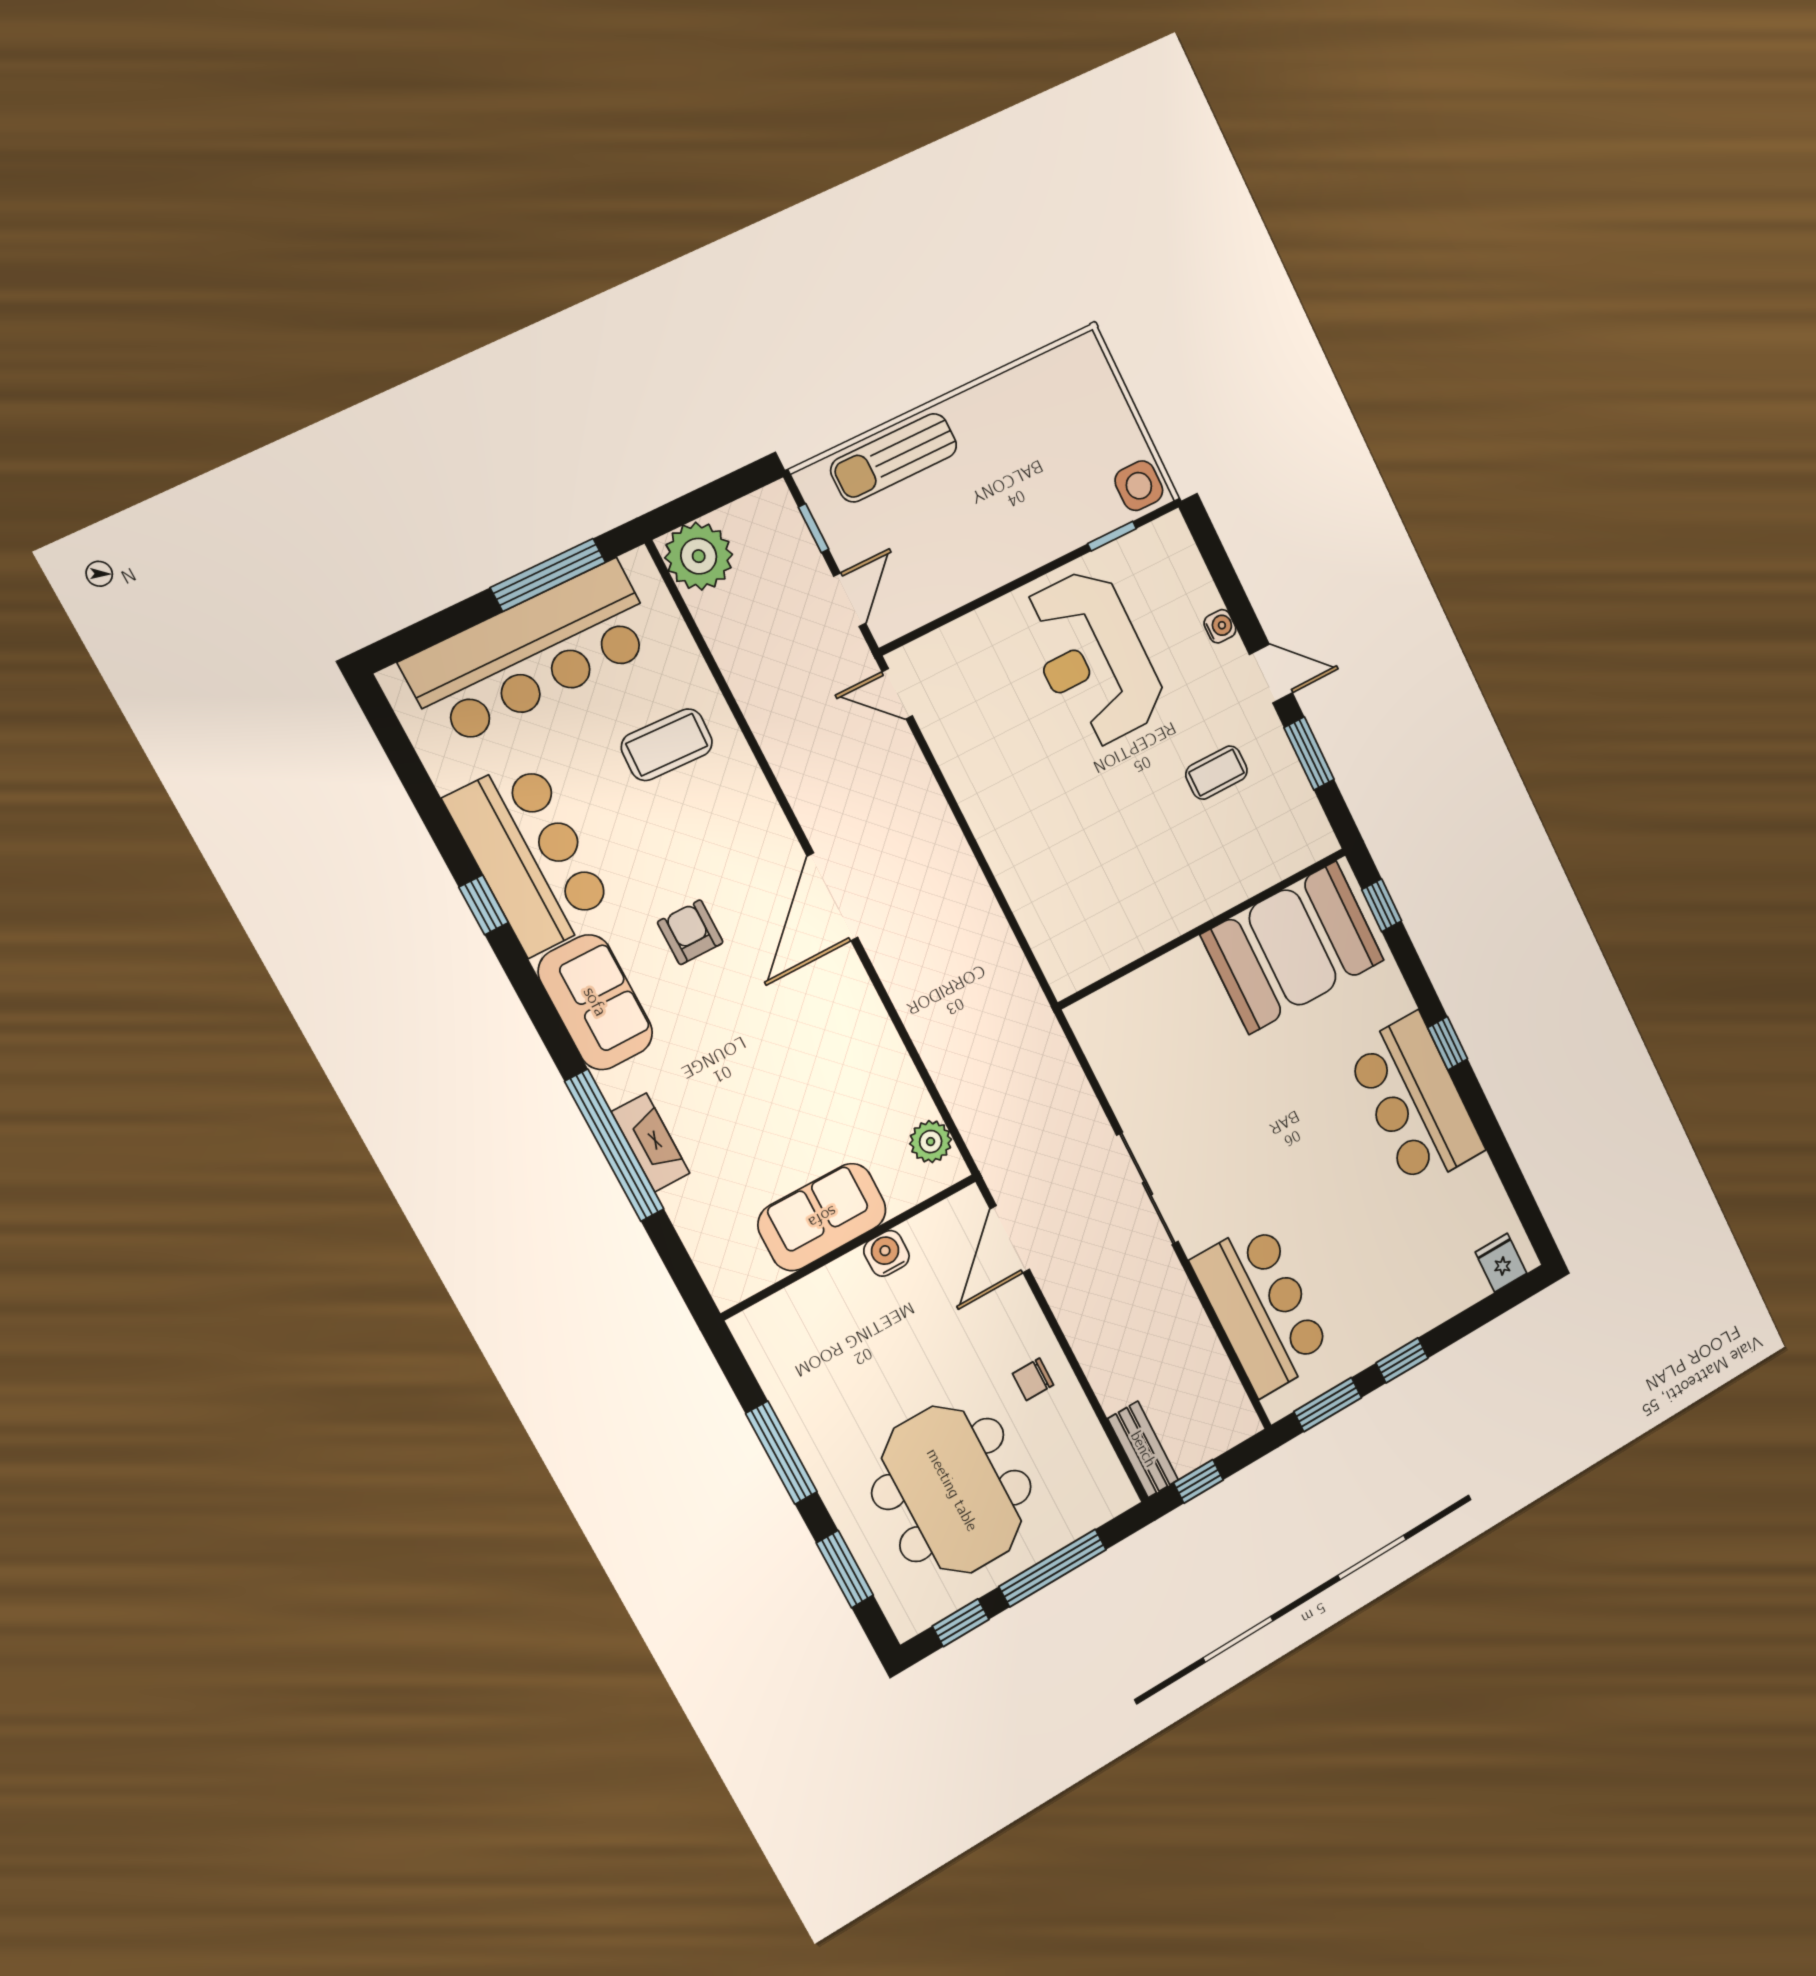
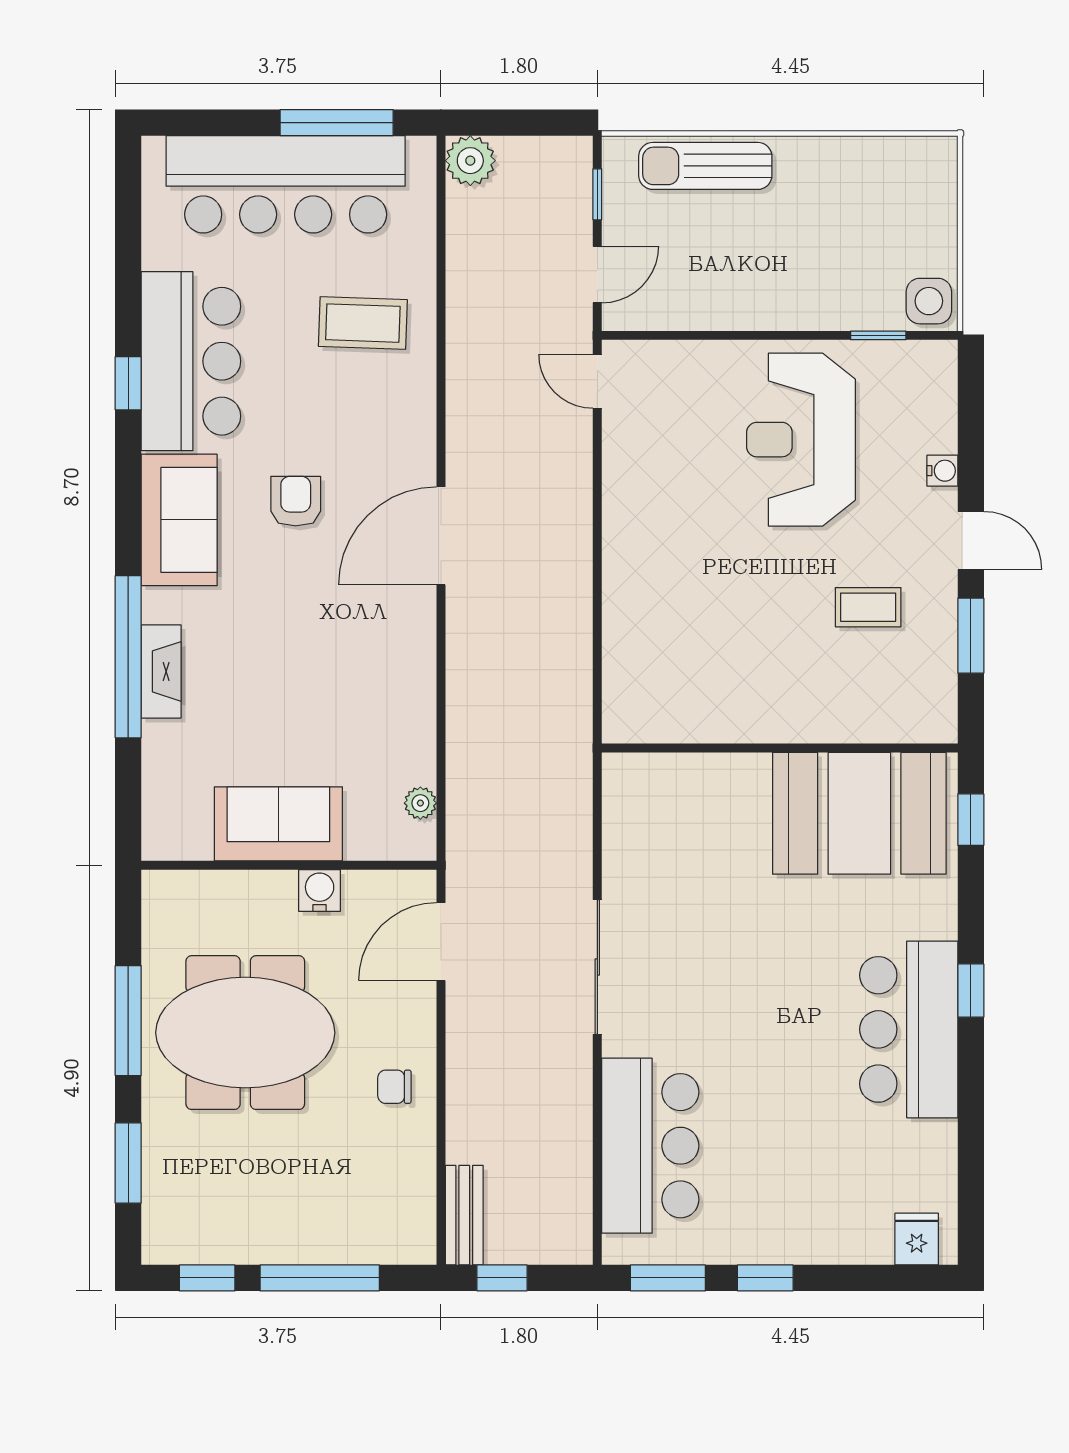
plant: (699, 556) -> (470, 161), width x0.73, depth x0.73
plant: (931, 1142) -> (420, 803), width x0.73, depth x0.73
meeting table: (952, 1490) -> (245, 1033), moved, turned 90

